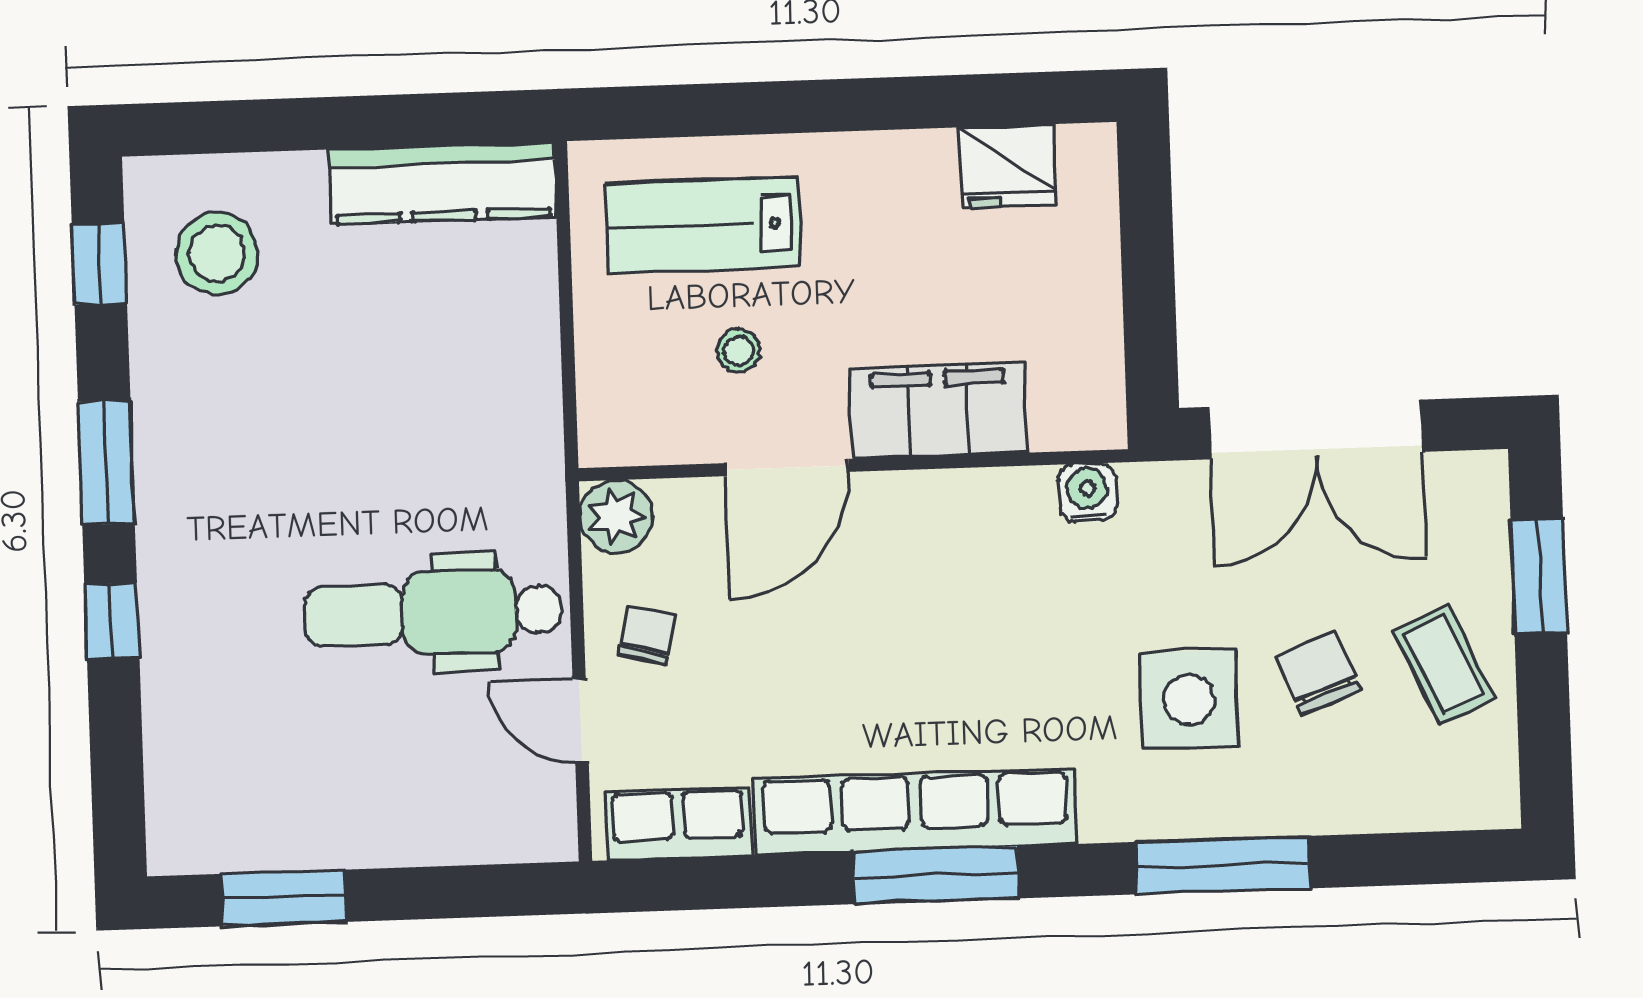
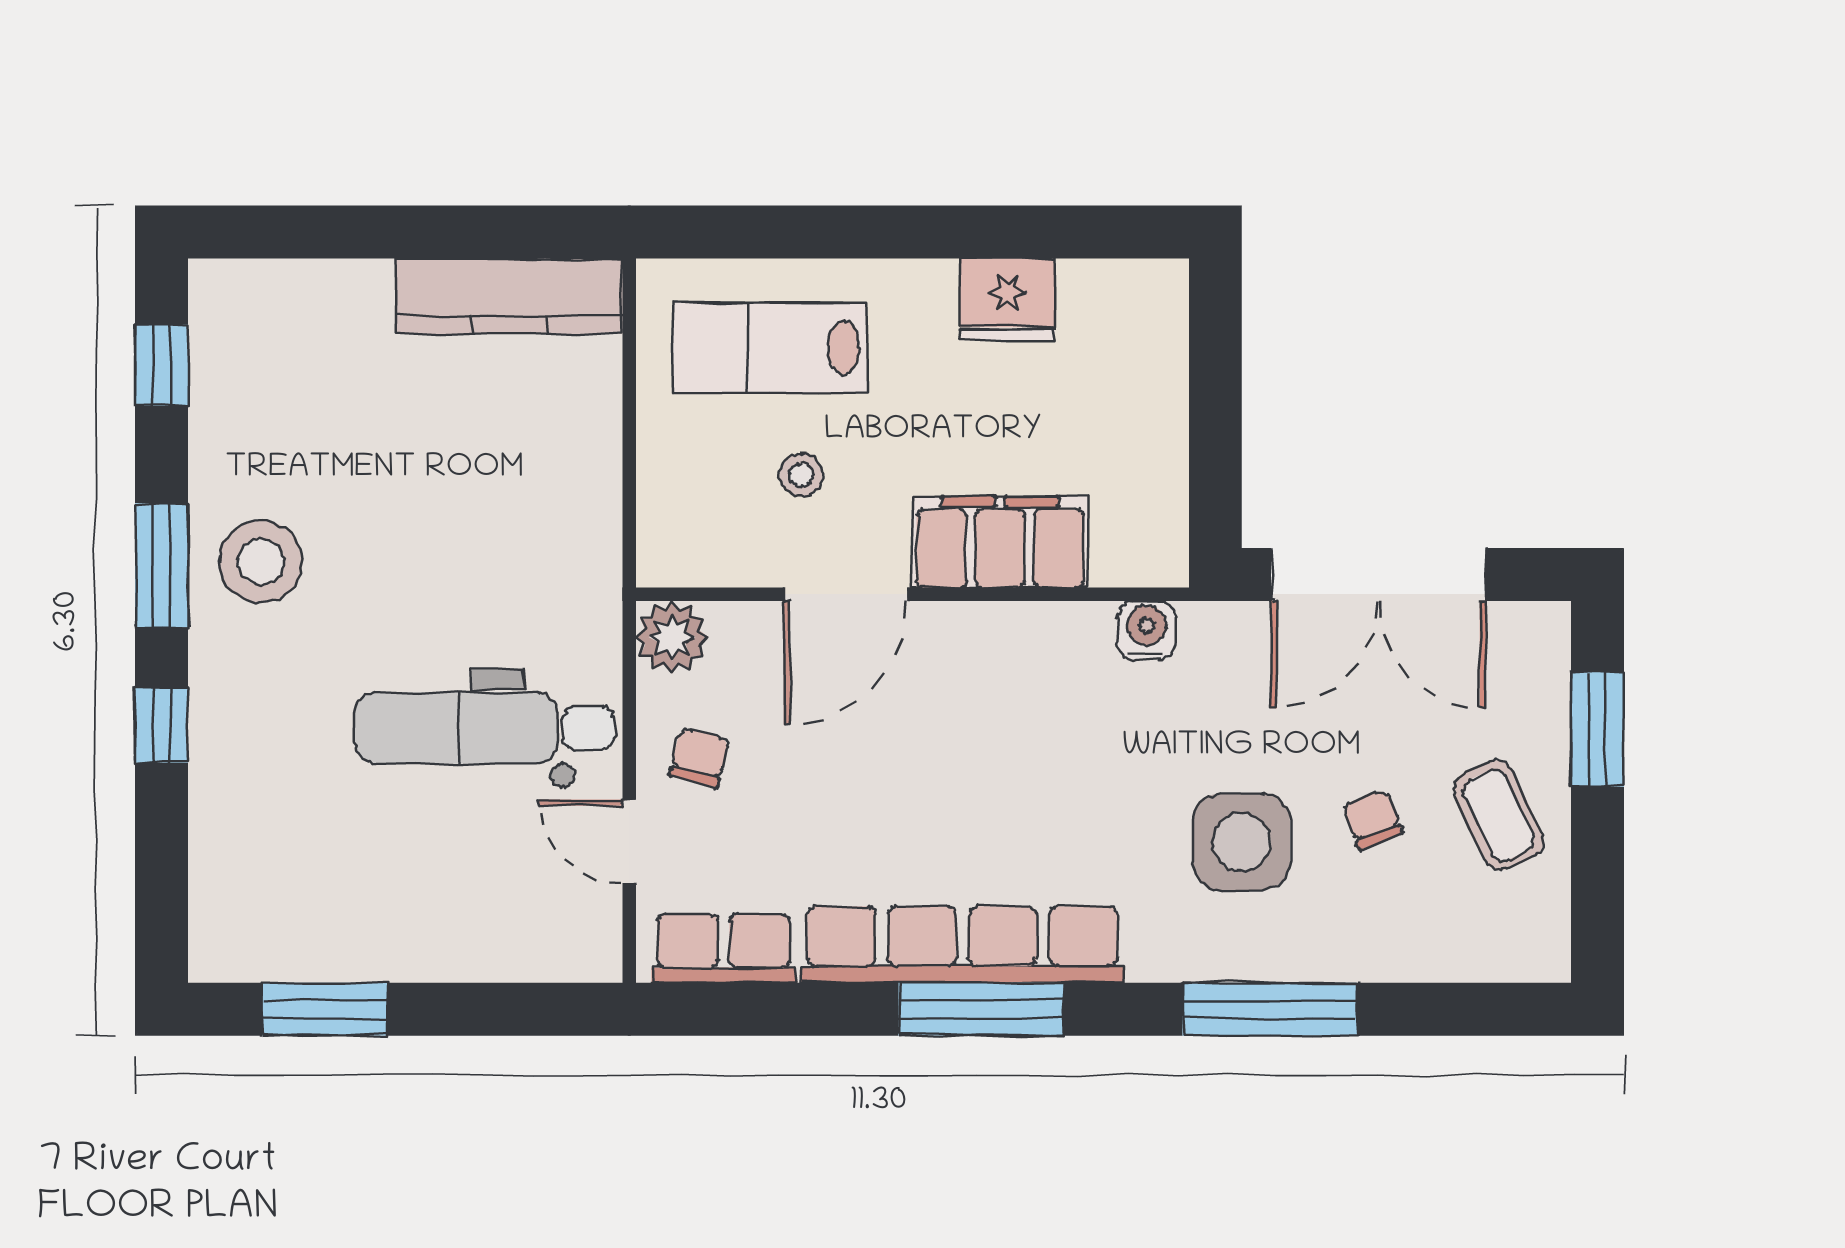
fridge: (1008, 166) -> (1007, 299), moved
stool: (217, 254) -> (261, 562), moved
chair: (1318, 673) -> (1372, 819), width x0.73, depth x0.73

